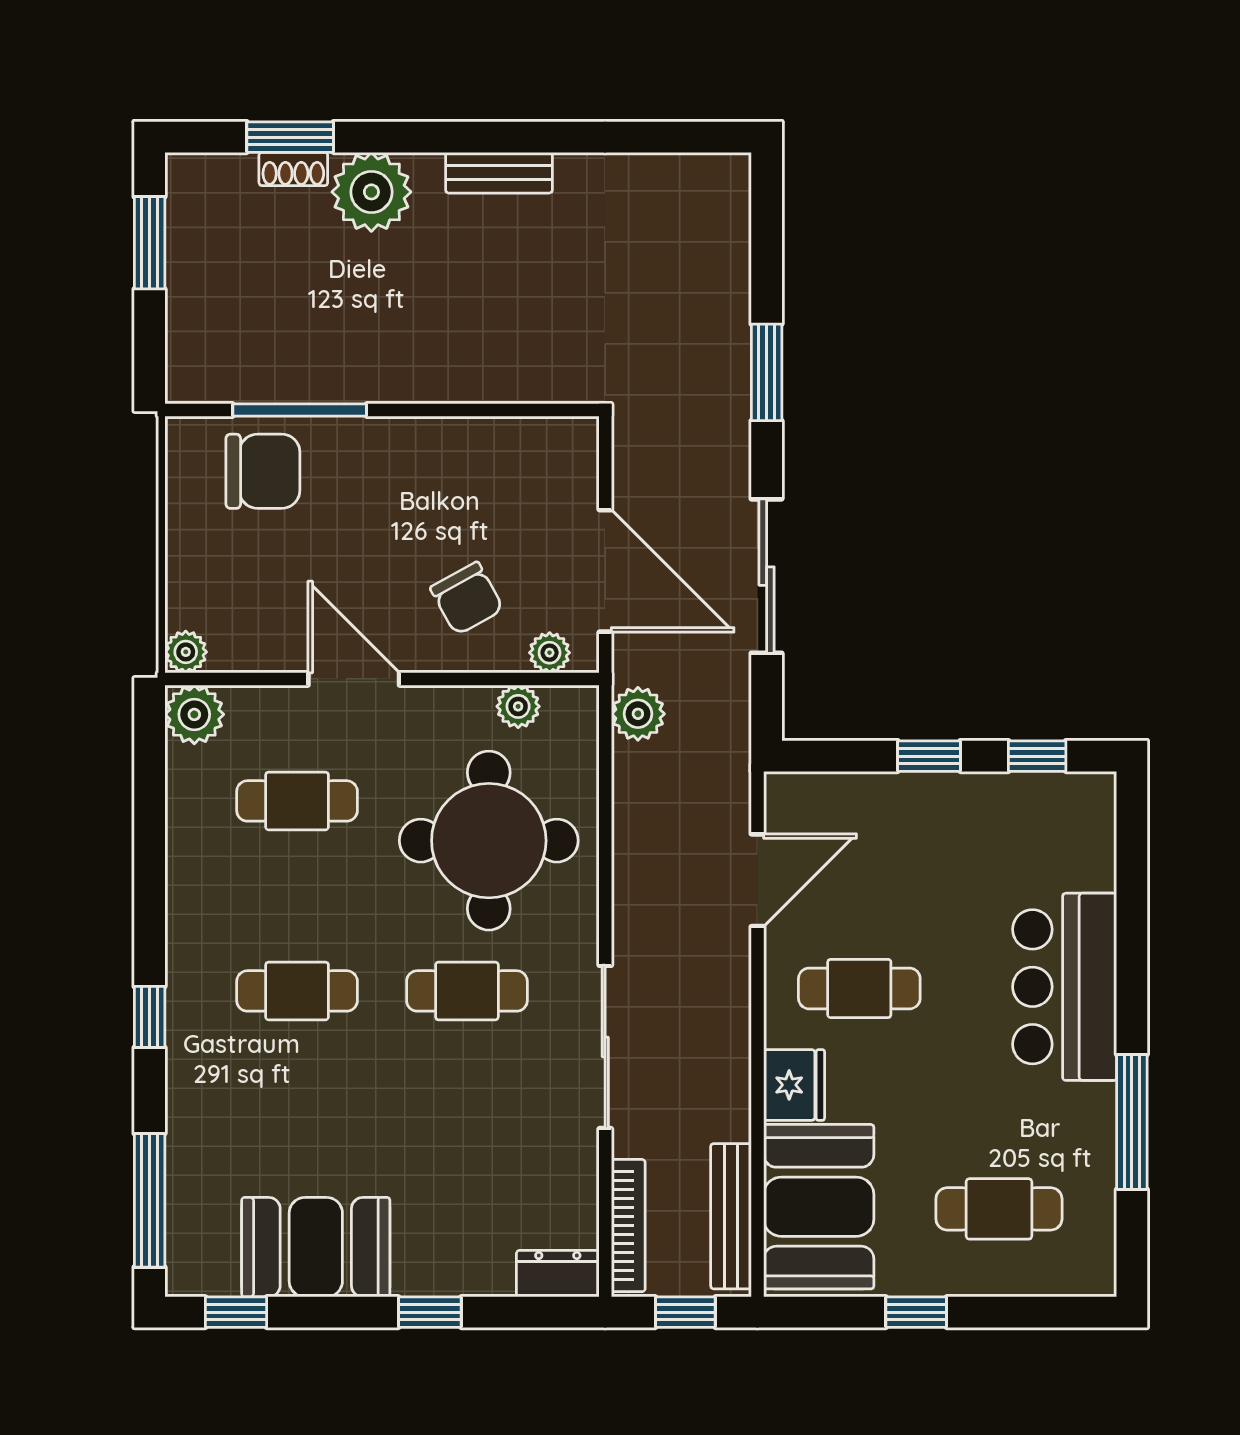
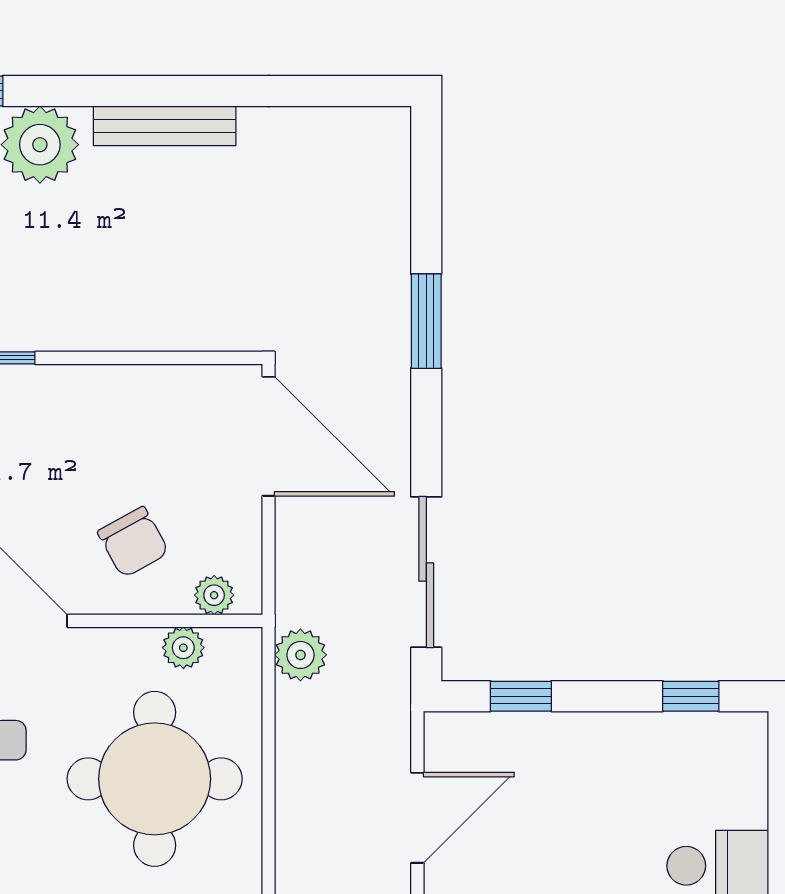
bench: (499, 173) -> (165, 126), width x1.36
door: (605, 571) -> (268, 436), moved
sliding door: (767, 576) -> (426, 572), moved
window: (929, 756) -> (521, 696), moved

